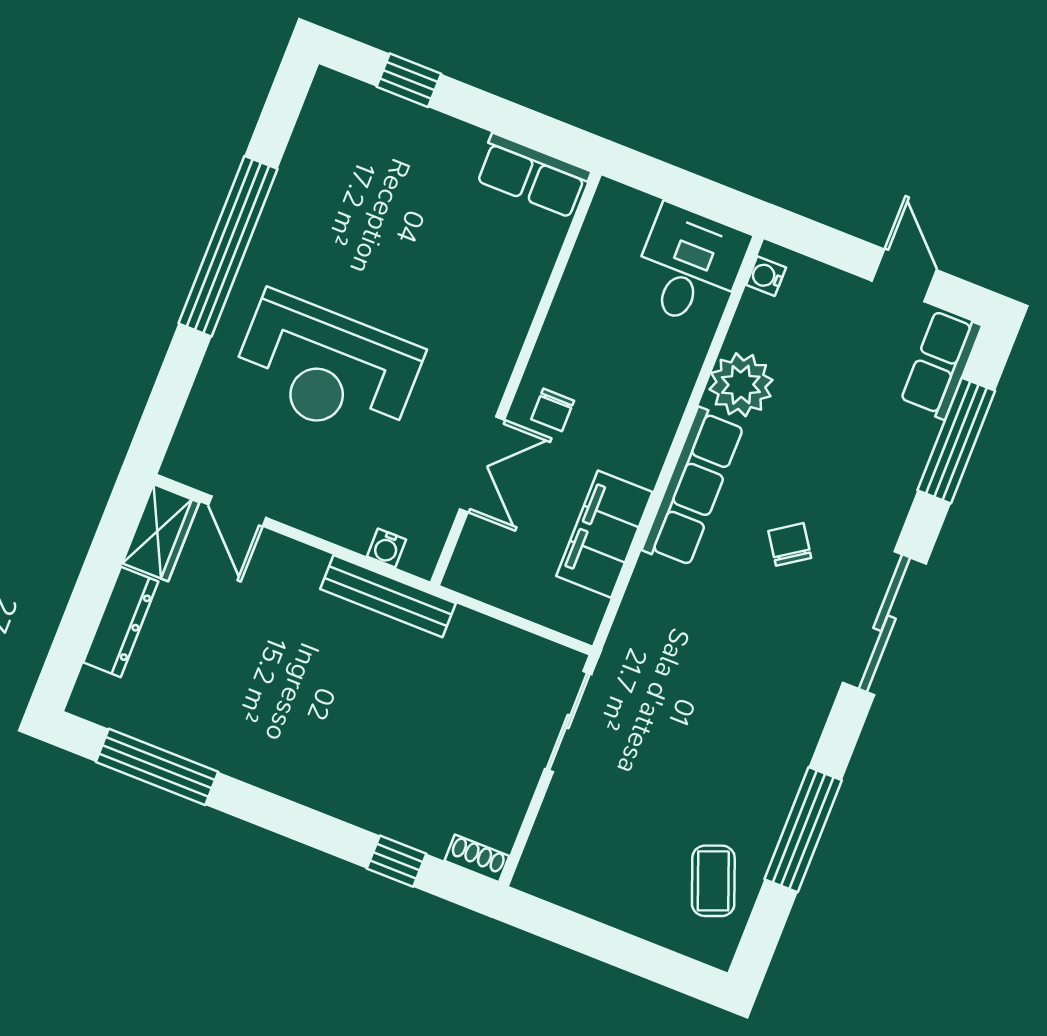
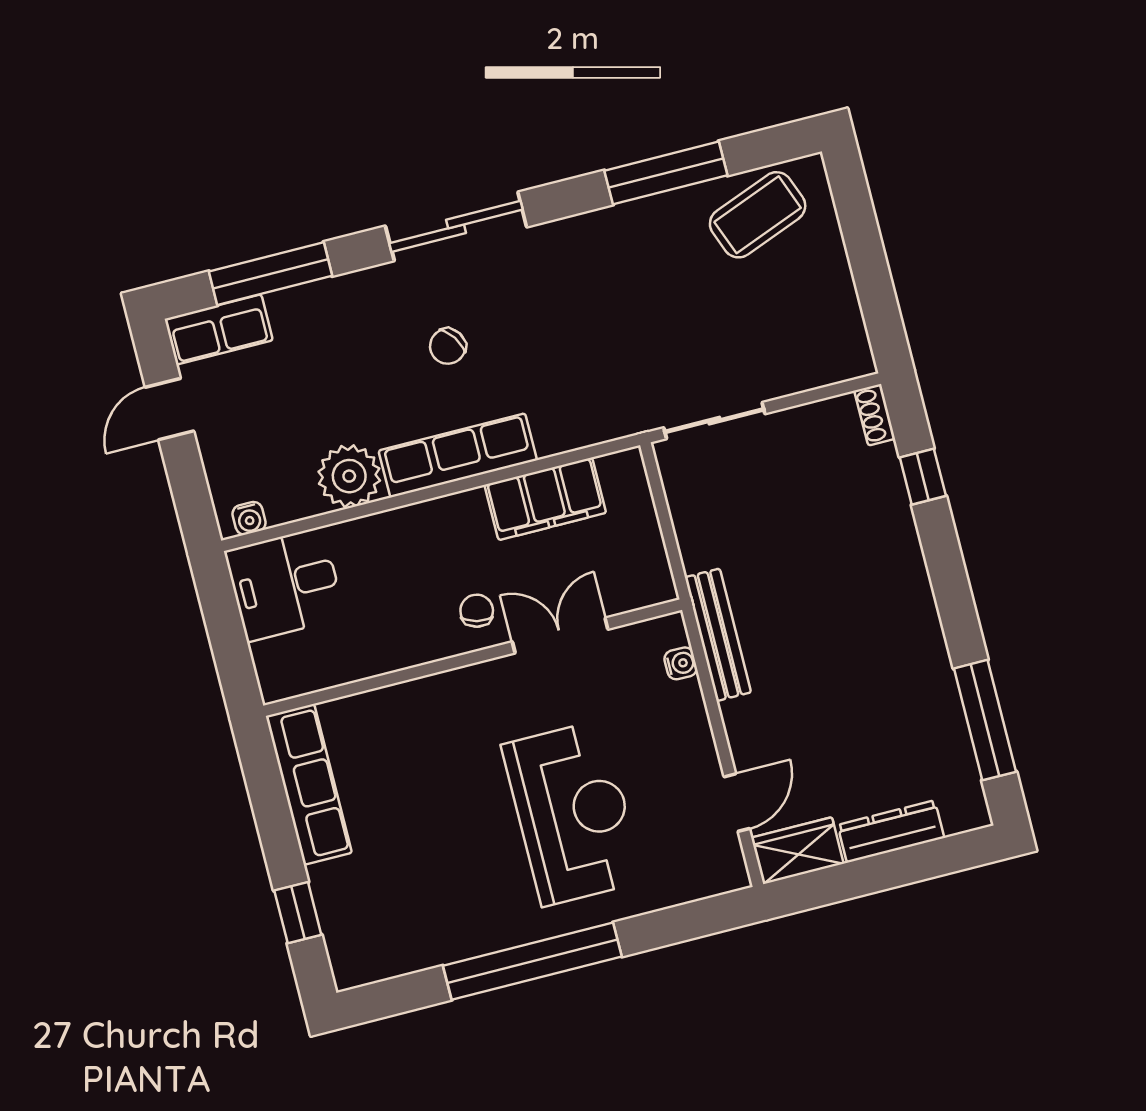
row of seats: (533, 176) -> (309, 784), width x1.48
chair: (553, 410) -> (477, 611), turned -77
coffee table: (713, 881) -> (758, 215), width x1.36, depth x1.30

